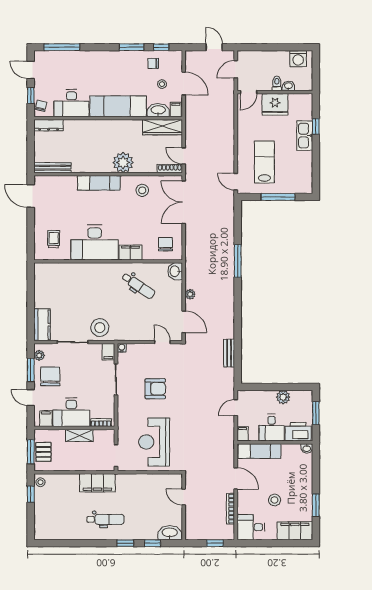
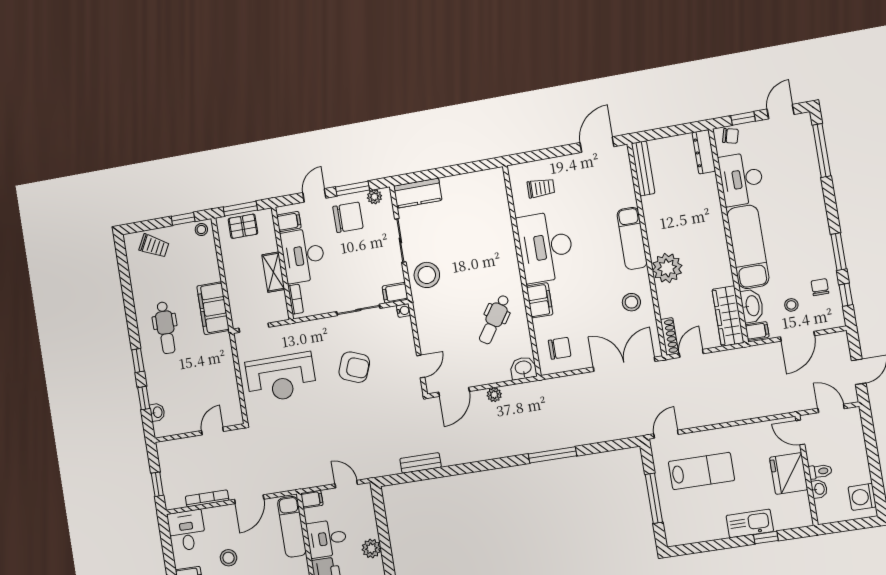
armchair: (155, 389) -> (354, 367), turned -69
reception desk: (154, 442) -> (281, 378), turned 180
trolley: (46, 518) -> (154, 246), added
washbasin: (170, 533) -> (157, 412), width x0.52, depth x0.69

